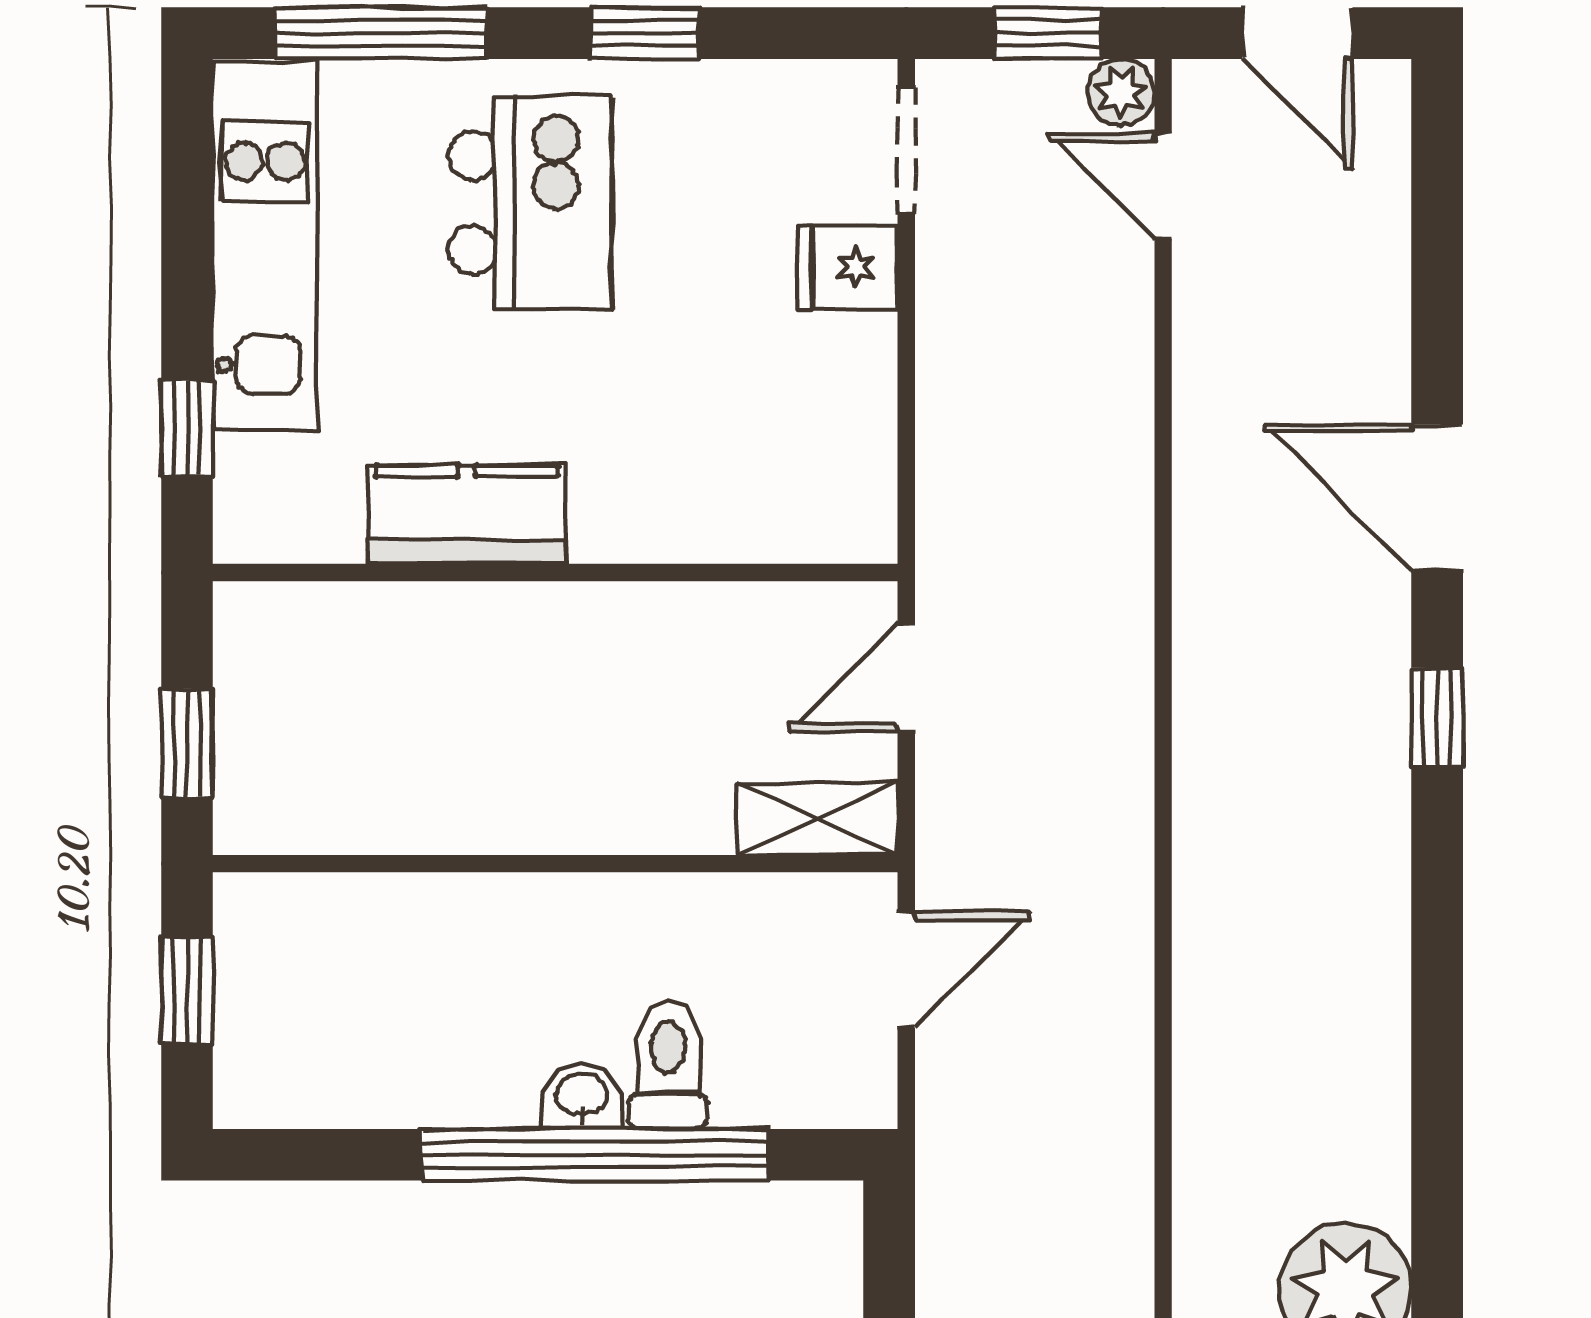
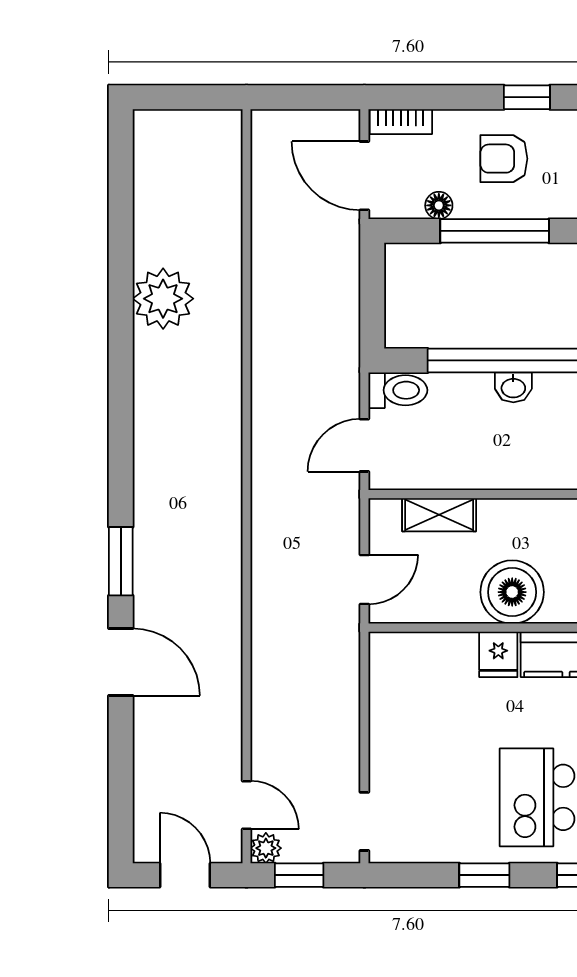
fridge: (848, 267) -> (498, 654), moved, turned 90
boiler: (584, 650) -> (512, 592), added
window: (1437, 717) -> (121, 561), width x1.50
shelving: (817, 819) -> (439, 515), moved
toilet: (668, 1065) -> (398, 390), moved, turned -90

